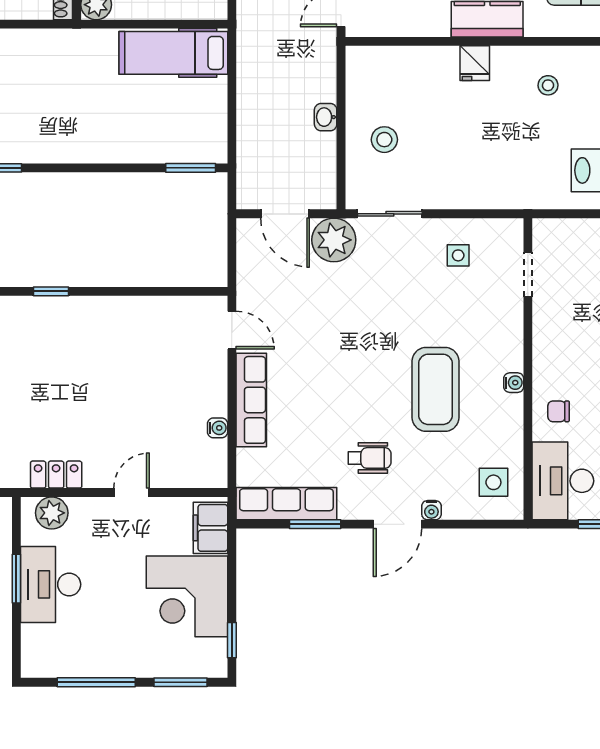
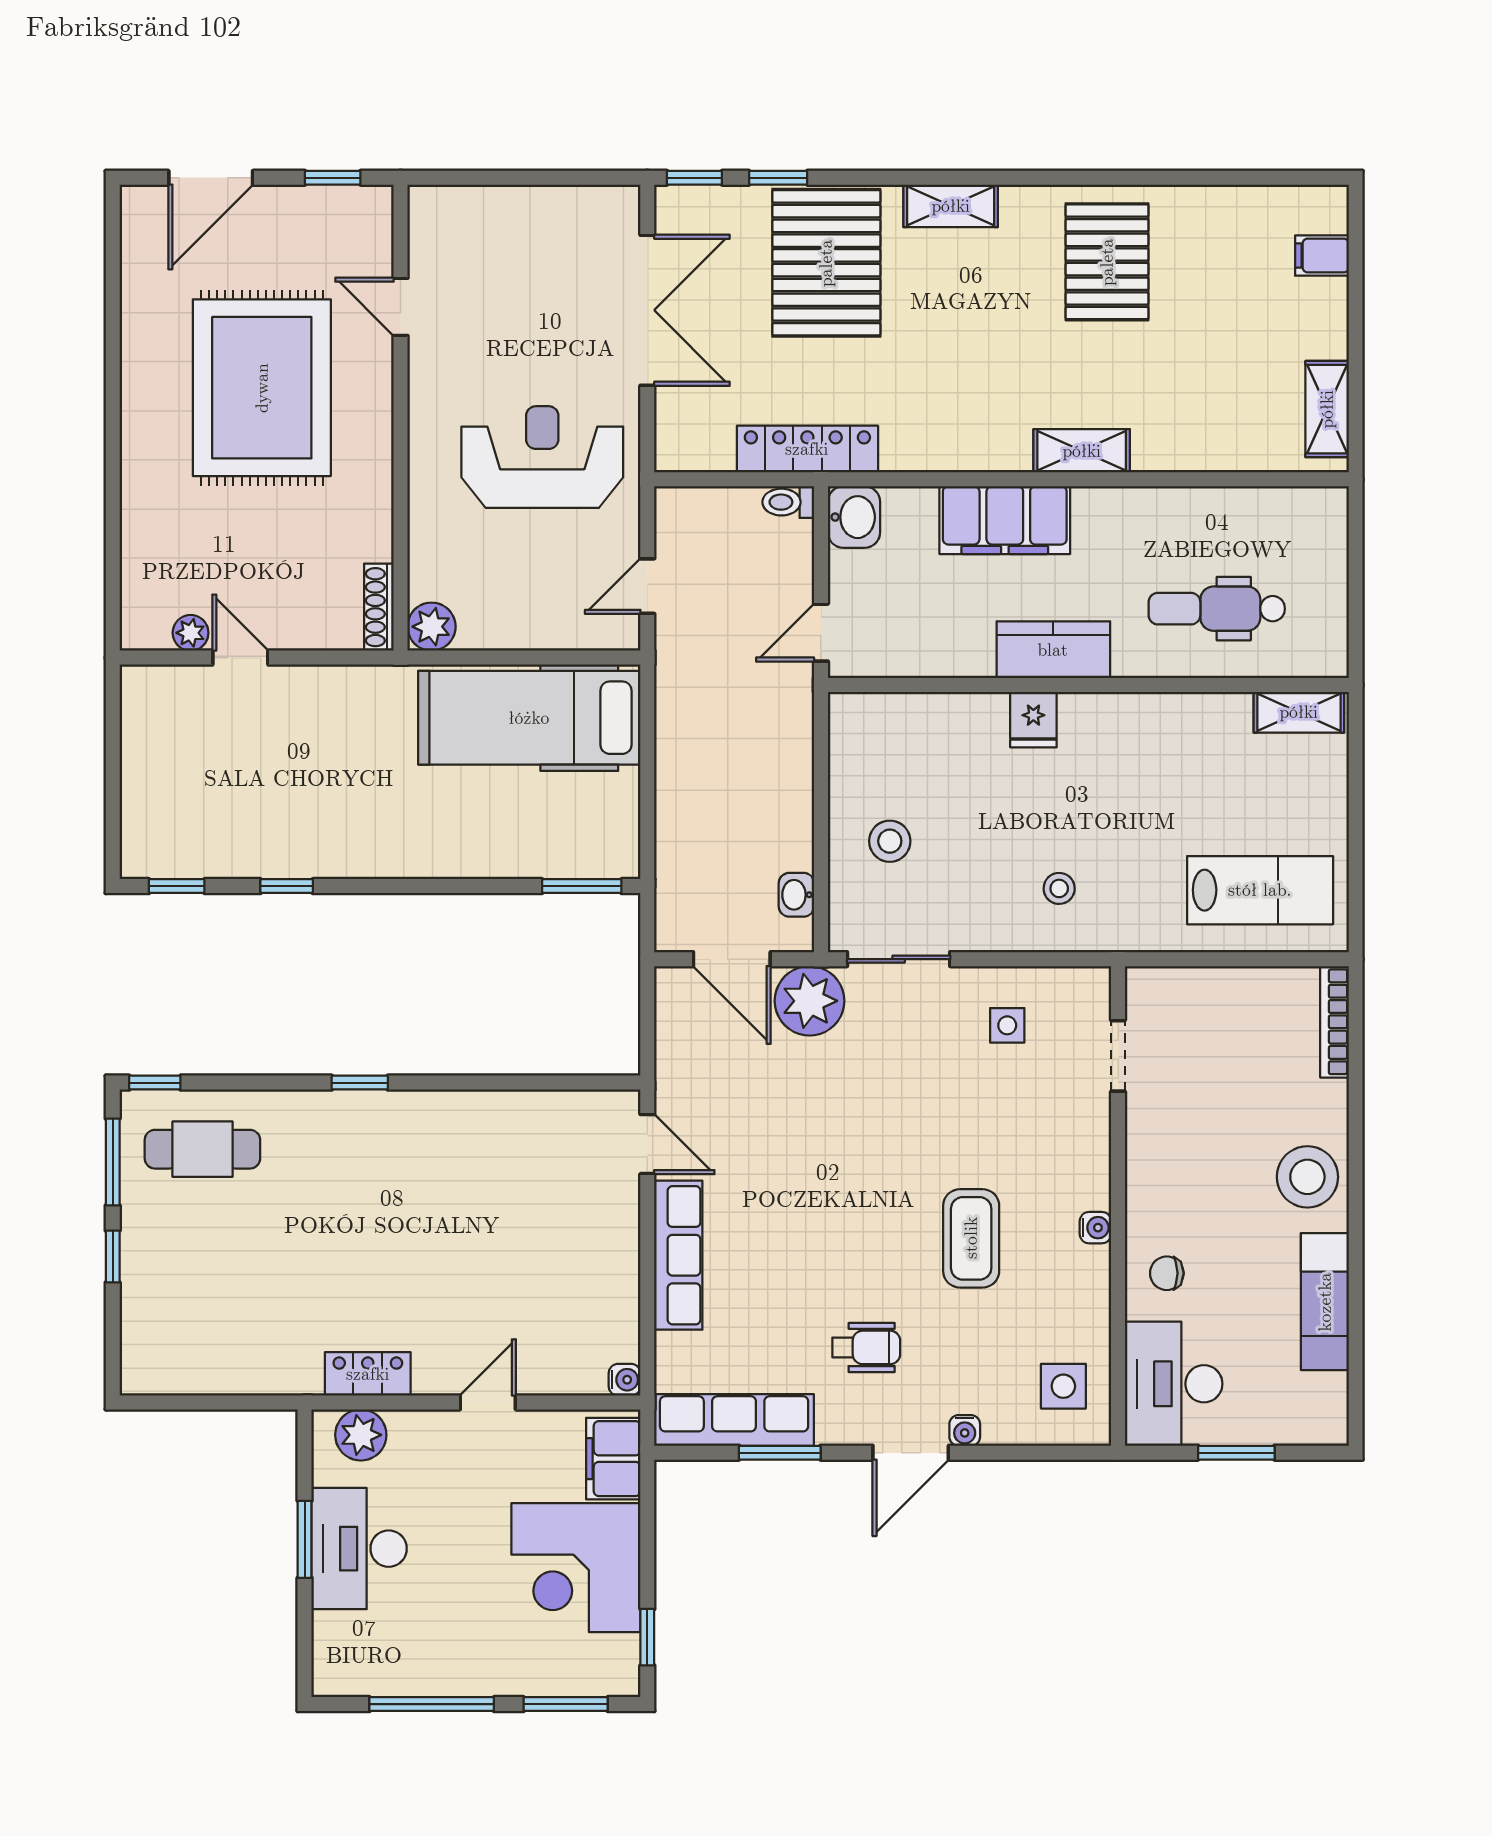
hospital bed: (173, 53) -> (529, 718), width x1.37, depth x1.29
stool: (548, 85) -> (1059, 888), moved
washbasin: (326, 117) -> (796, 895), moved
coffee table: (435, 389) -> (971, 1238), width x0.73, depth x0.76
water cooler: (218, 428) -> (625, 1380), moved

